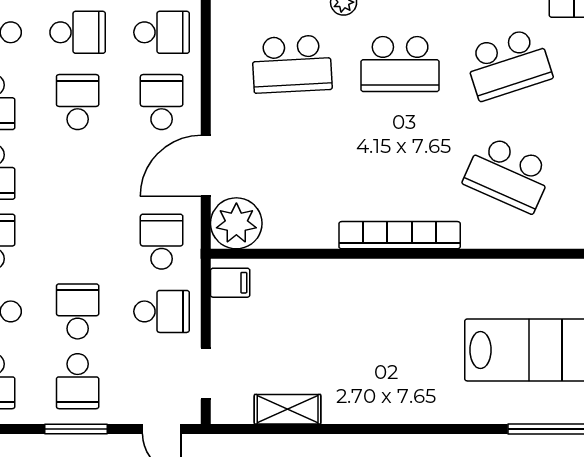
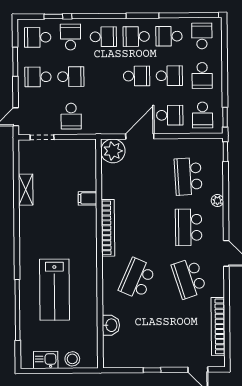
door: (206, 166) -> (140, 136), hinge flipped
school desk: (162, 242) -> (137, 76), moved
filing cabinet: (230, 283) -> (88, 198), moved, turned 90
shelving: (288, 409) -> (26, 190), moved
window: (76, 429) -> (15, 62), moved

